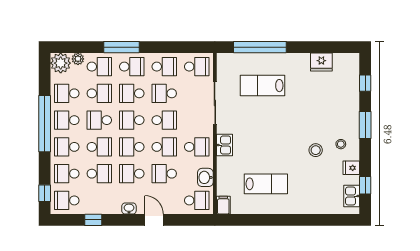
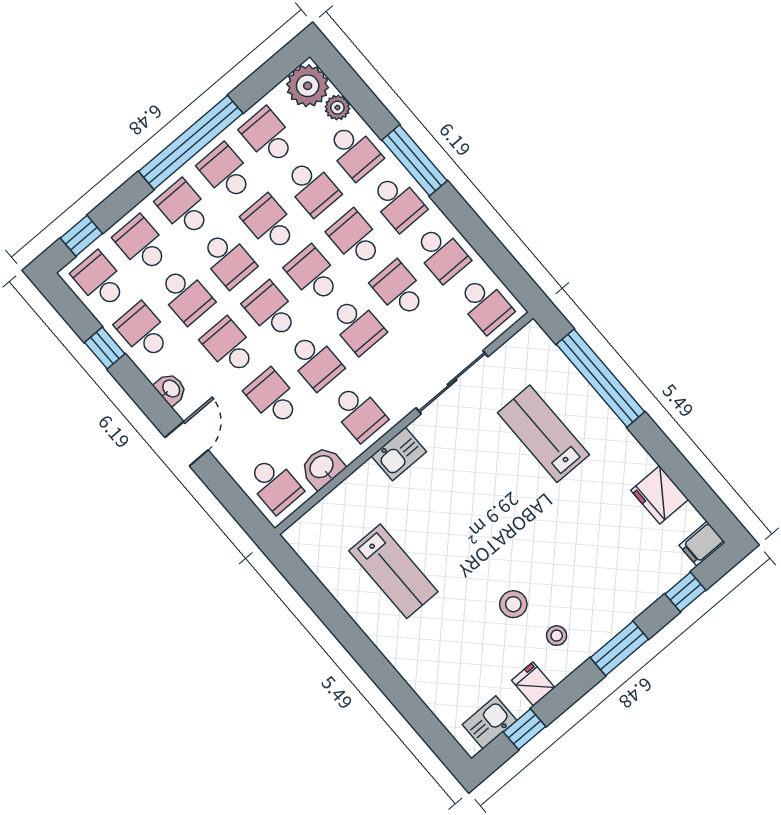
school desk: (99, 200) -> (143, 331), added
filing cabinet: (223, 205) -> (702, 544), moved, turned 180

